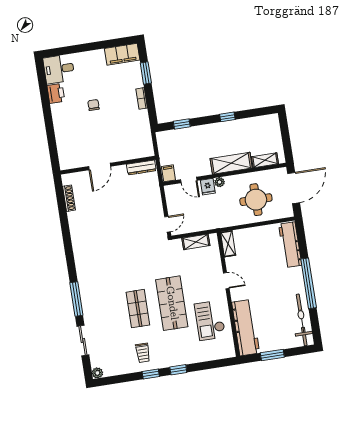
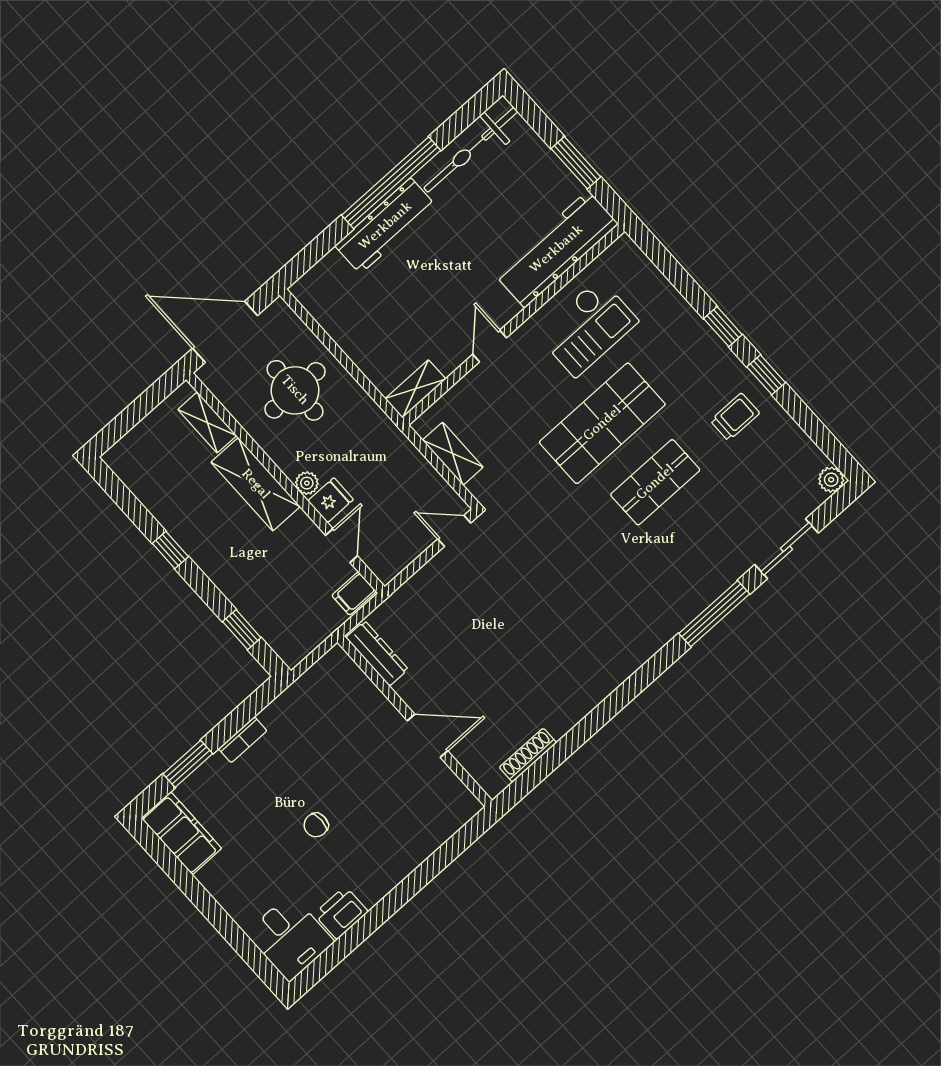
workbench: (290, 245) -> (385, 226), moved

